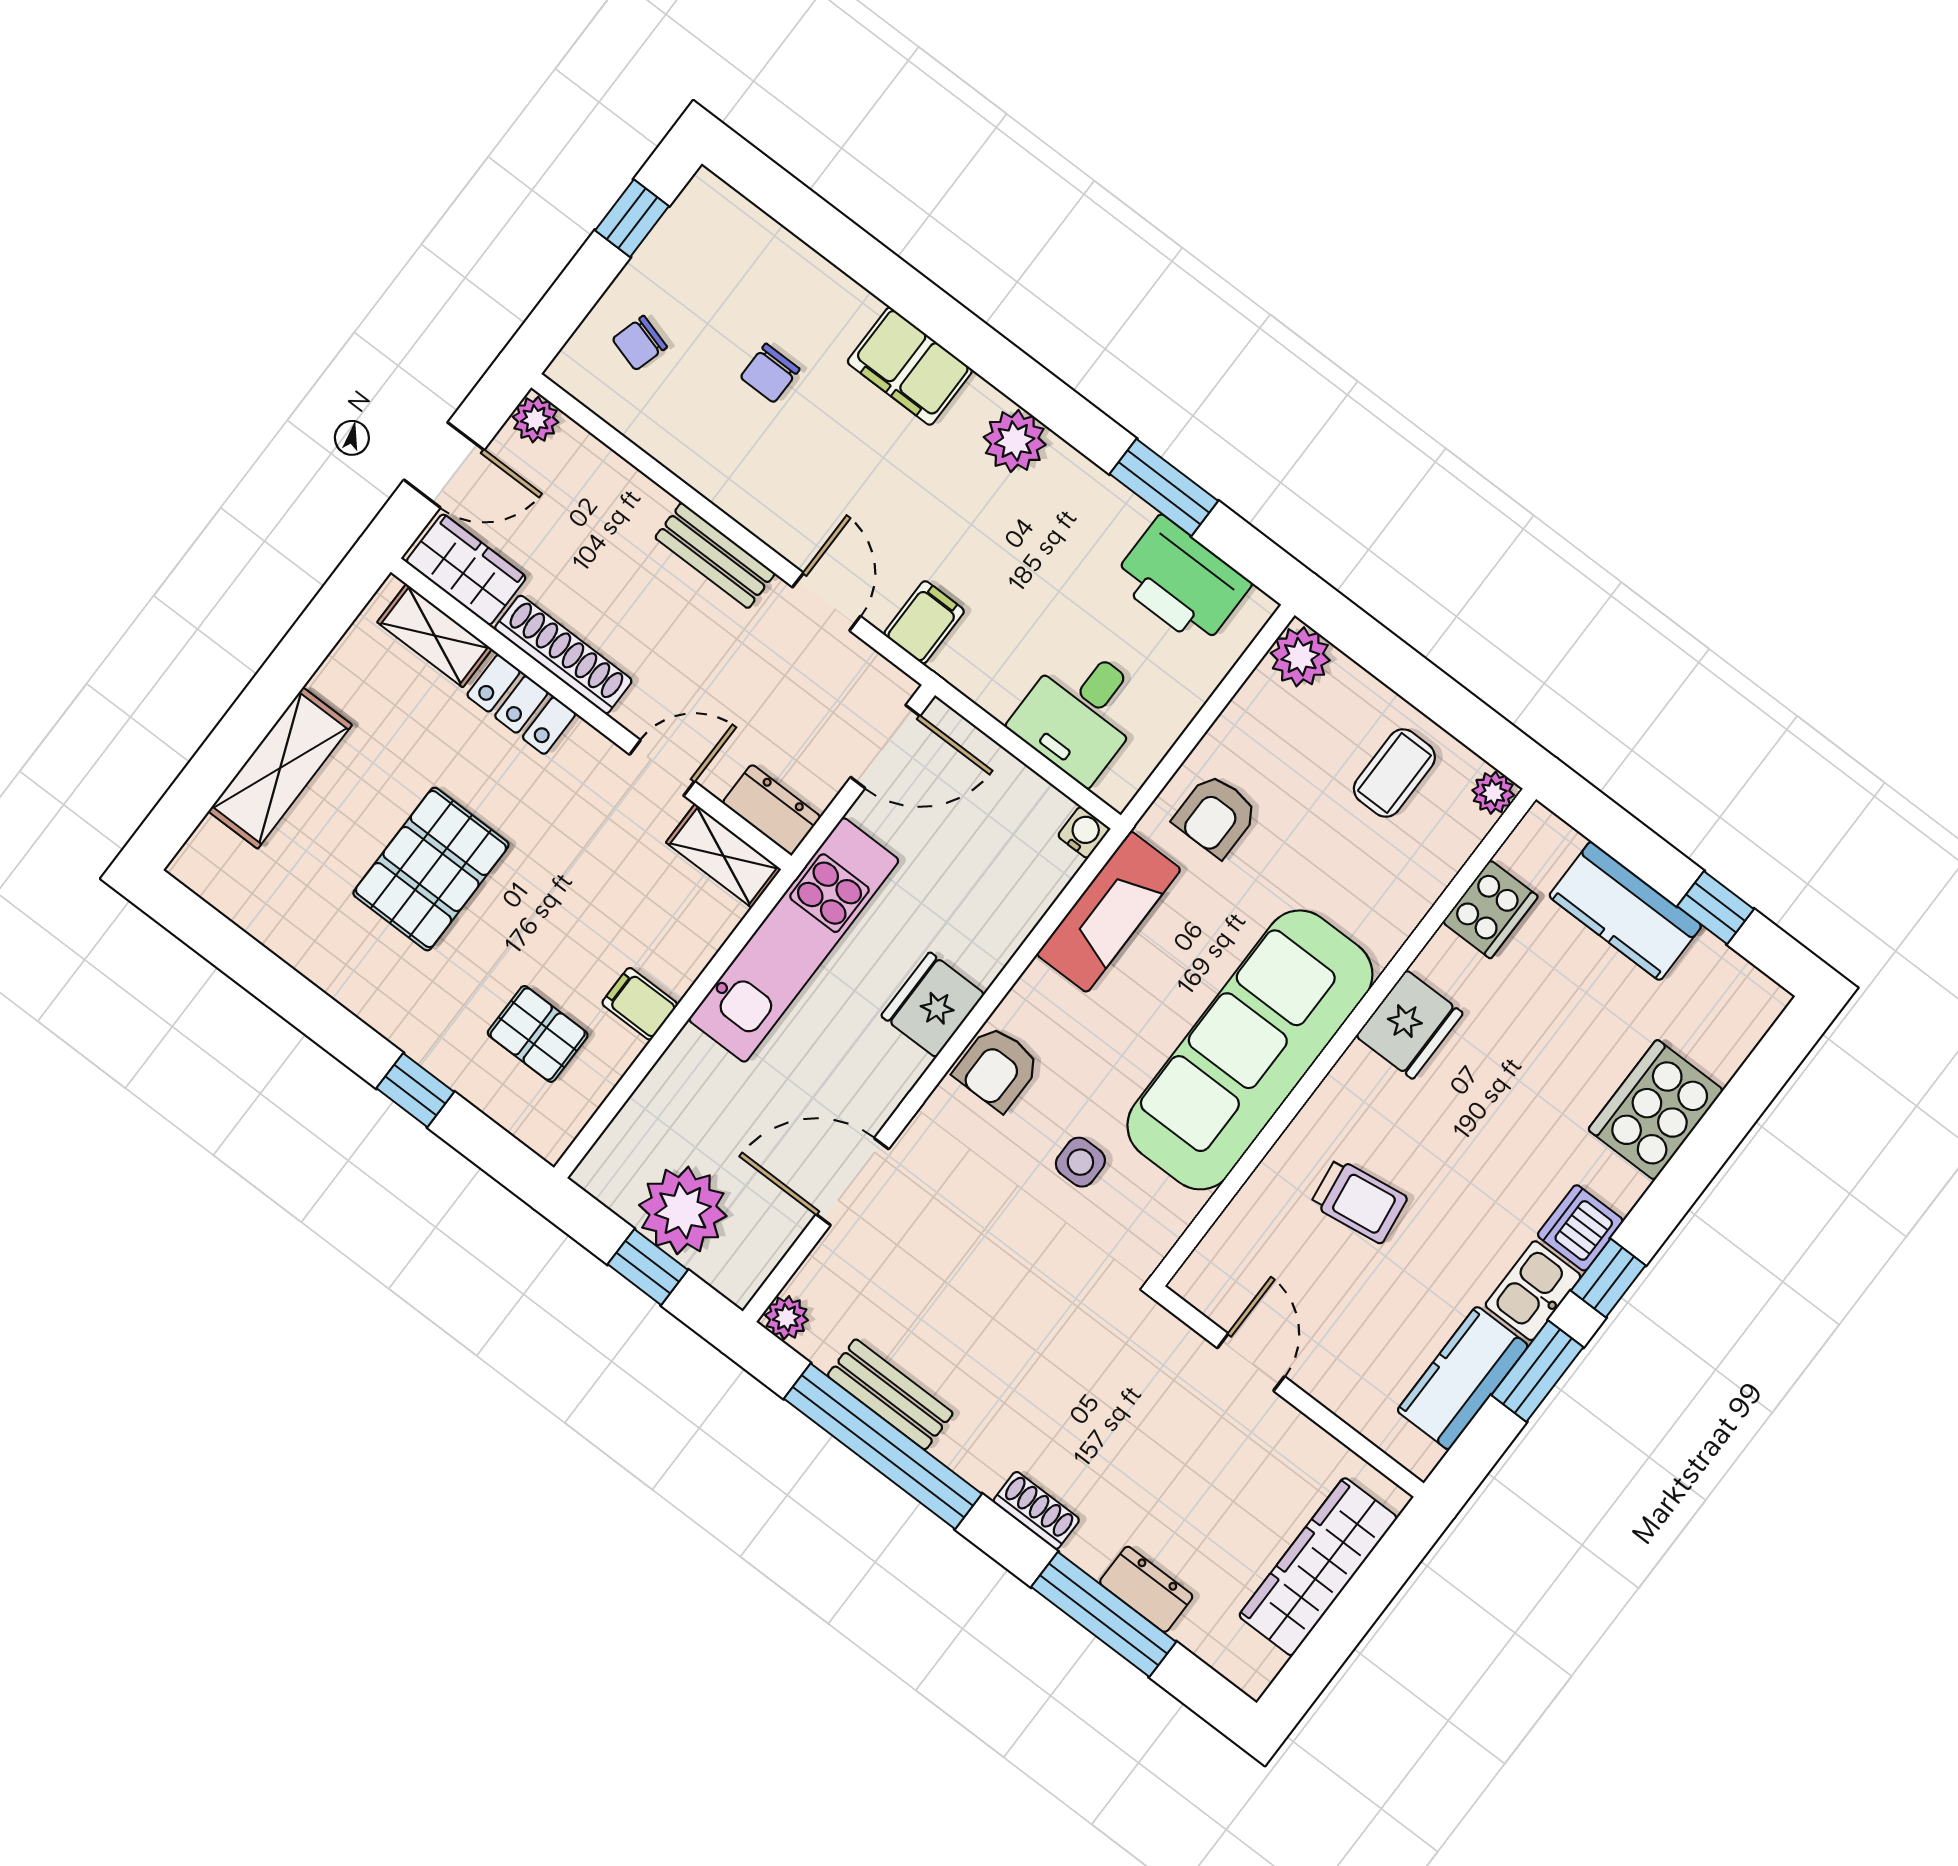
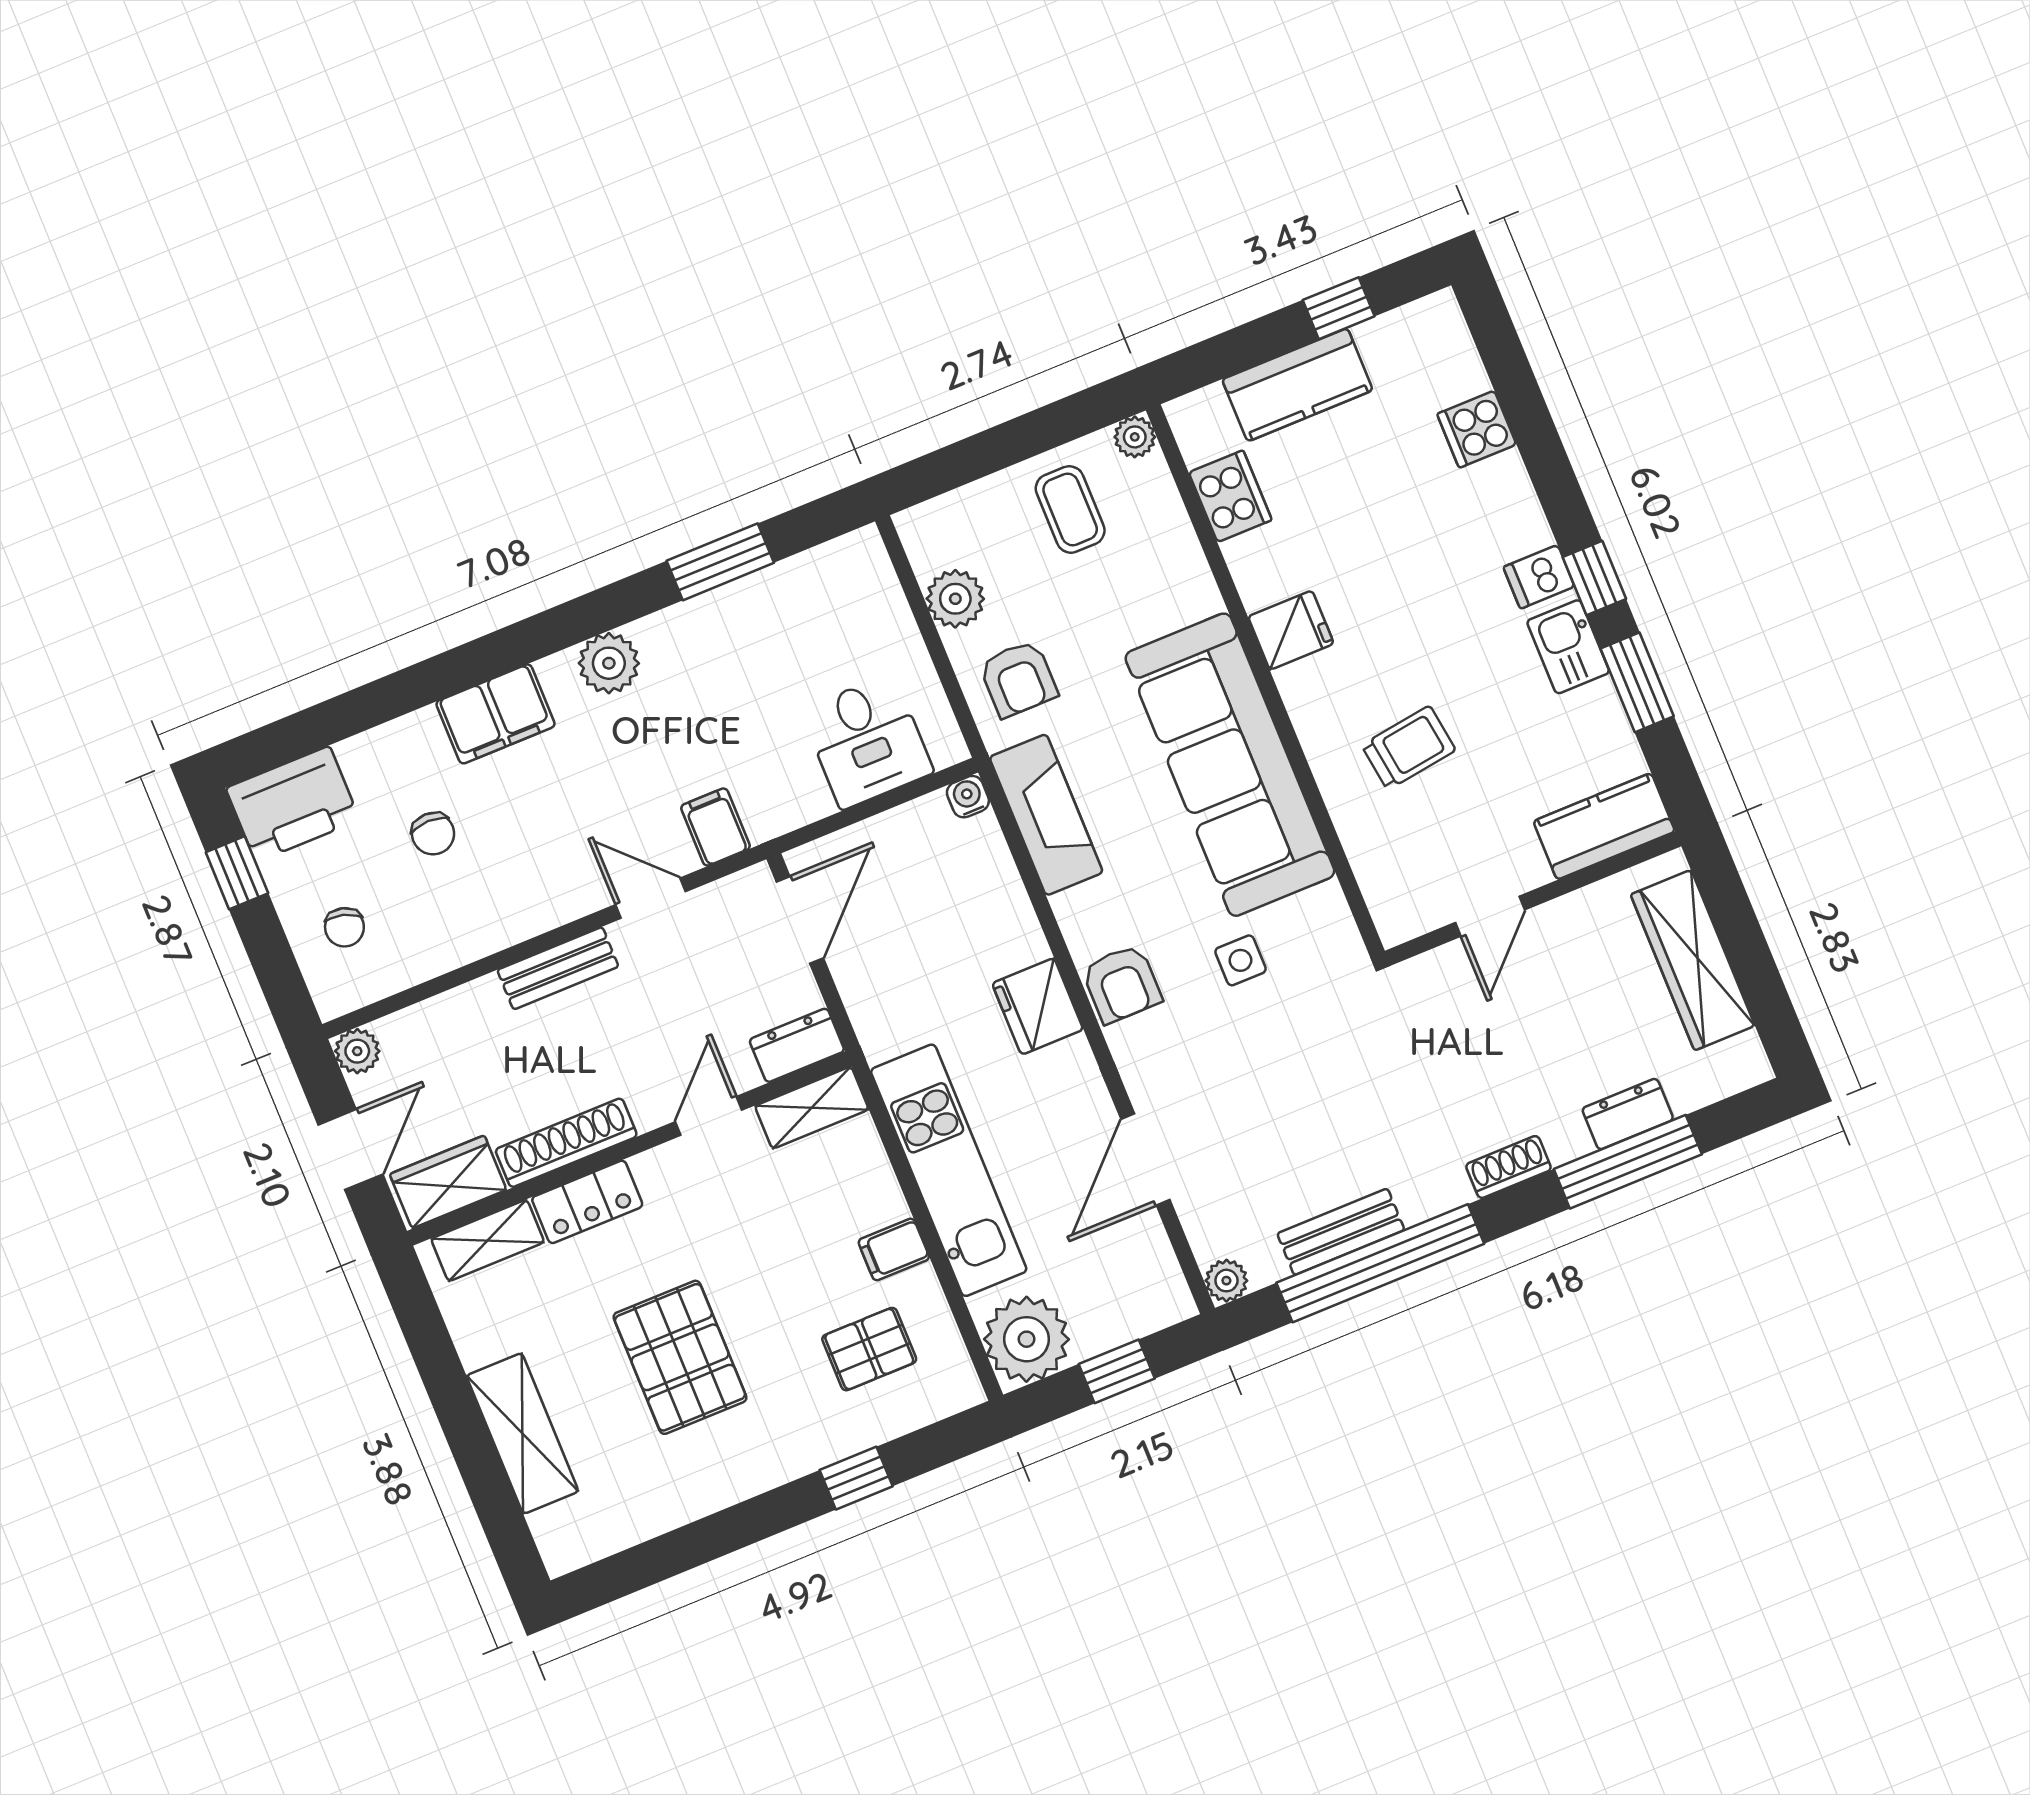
printer: (1182, 581) -> (293, 804), moved
plant: (1300, 657) -> (955, 599), moved
kitchen unit: (794, 940) -> (949, 1170), moved
fridge: (1409, 1025) -> (1291, 630), width x0.72
cooker: (1656, 1110) -> (1477, 429), width x0.53, depth x0.76
plant: (683, 1210) -> (1027, 1339), moved
dishwasher: (1580, 1228) -> (1539, 577), width x0.73
door: (1251, 1362) -> (1490, 916), swing flipped
kitchen counter: (1463, 1378) -> (1604, 826), moved, turned 90

